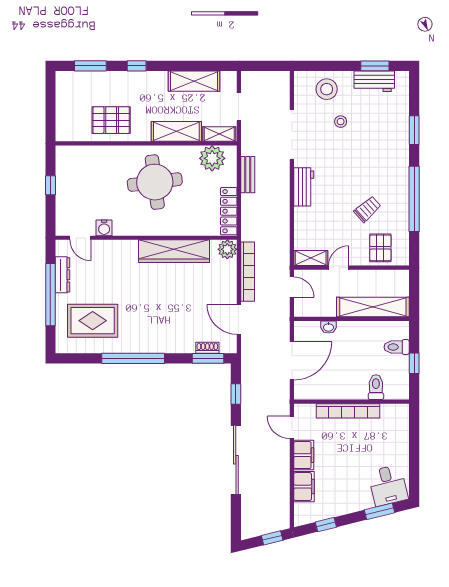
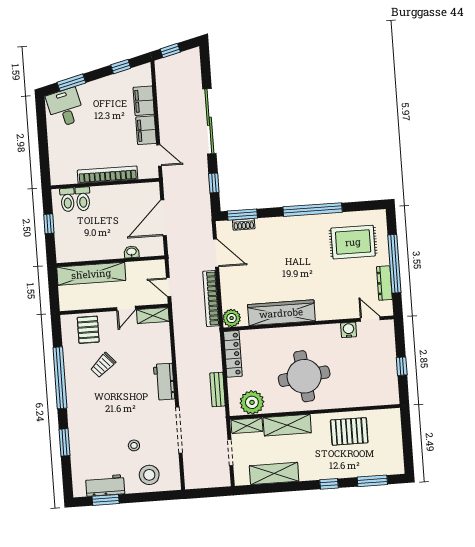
toilet: (397, 347) -> (68, 200), moved, turned 90

